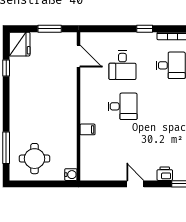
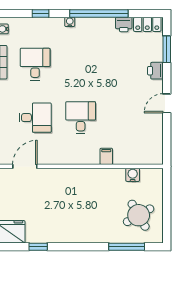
round table: (35, 159) -> (139, 215), turned -30
water cooler: (71, 175) -> (133, 175), moved

